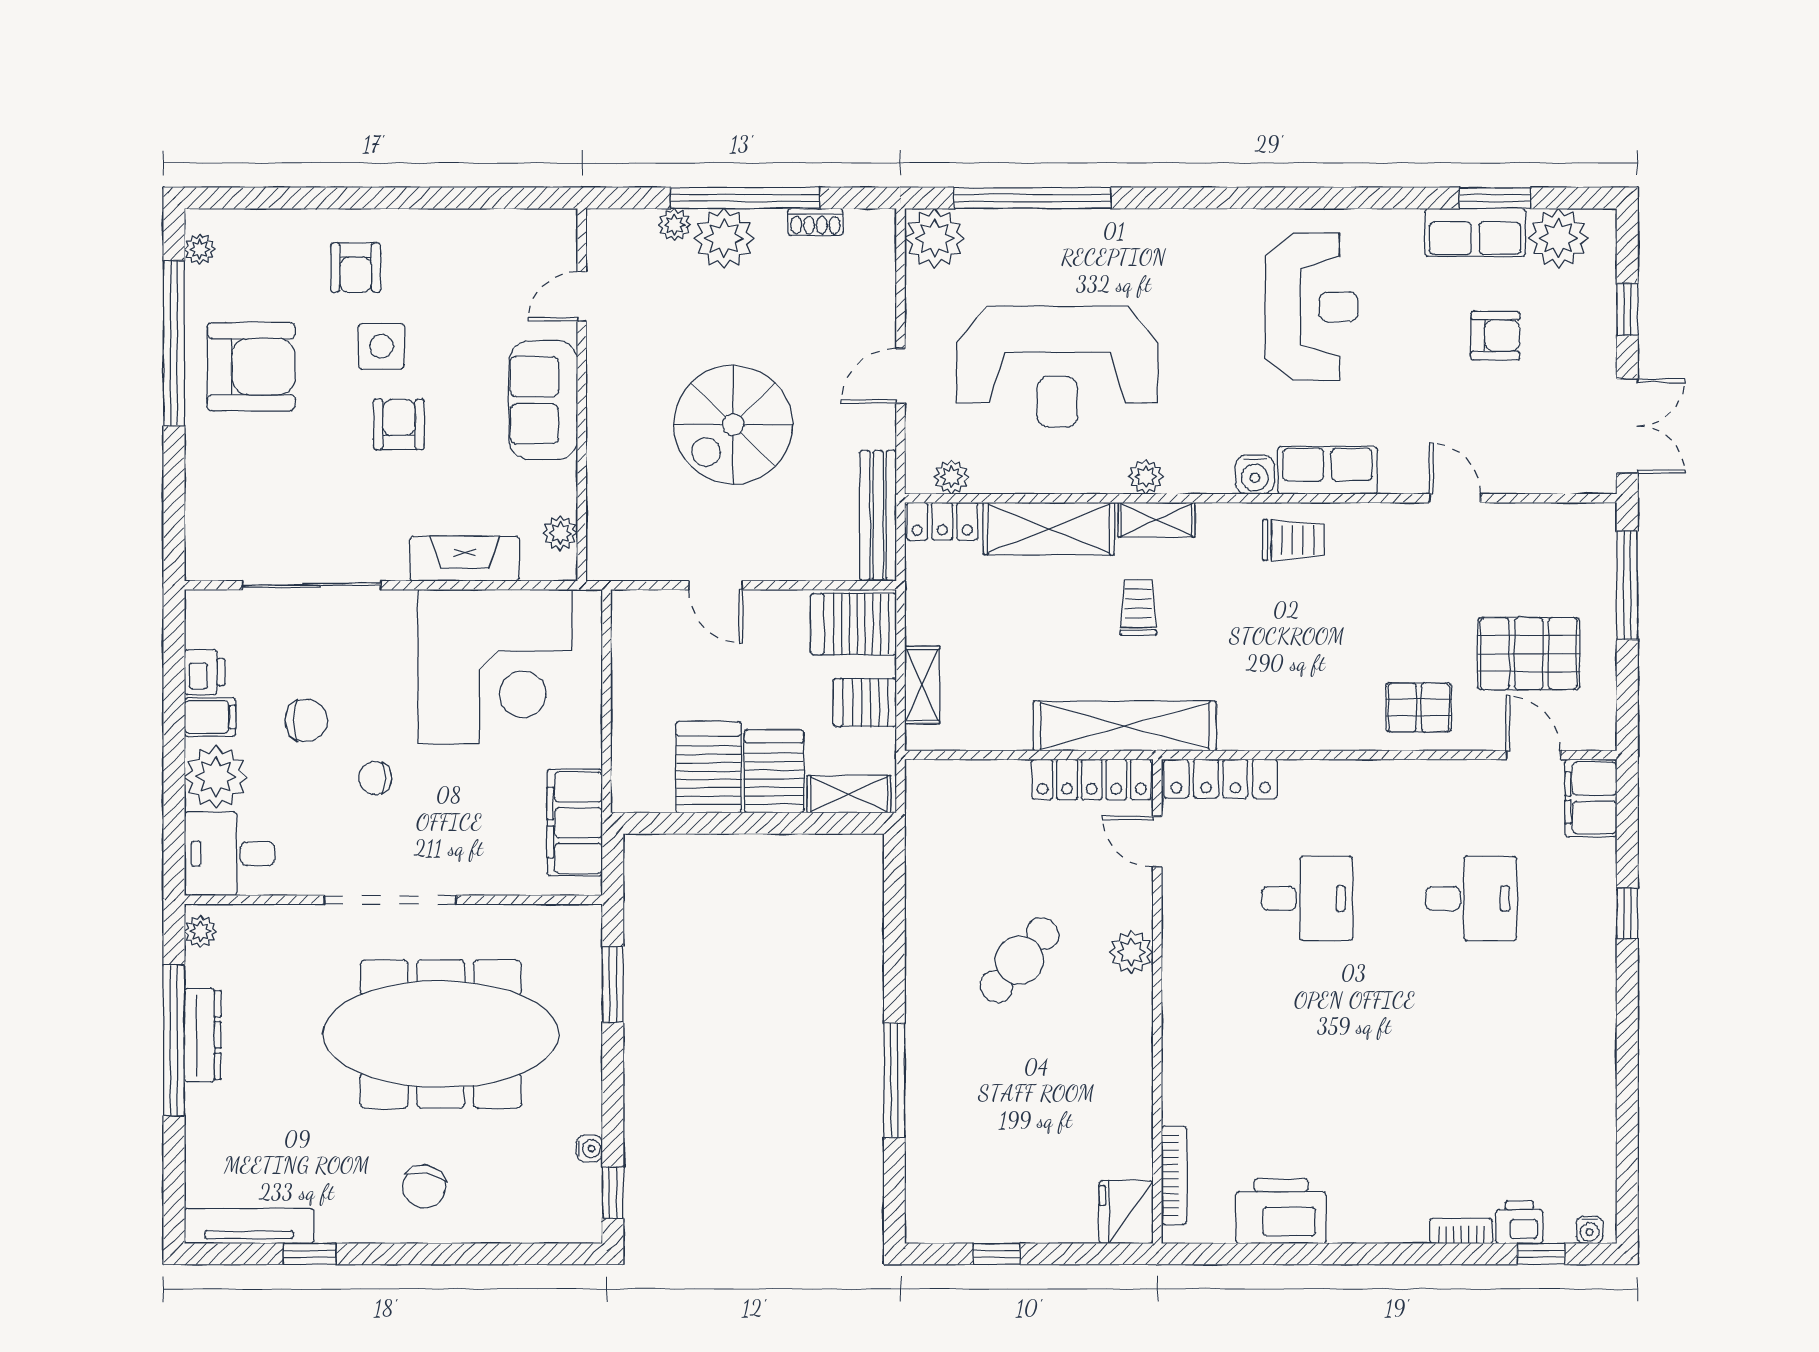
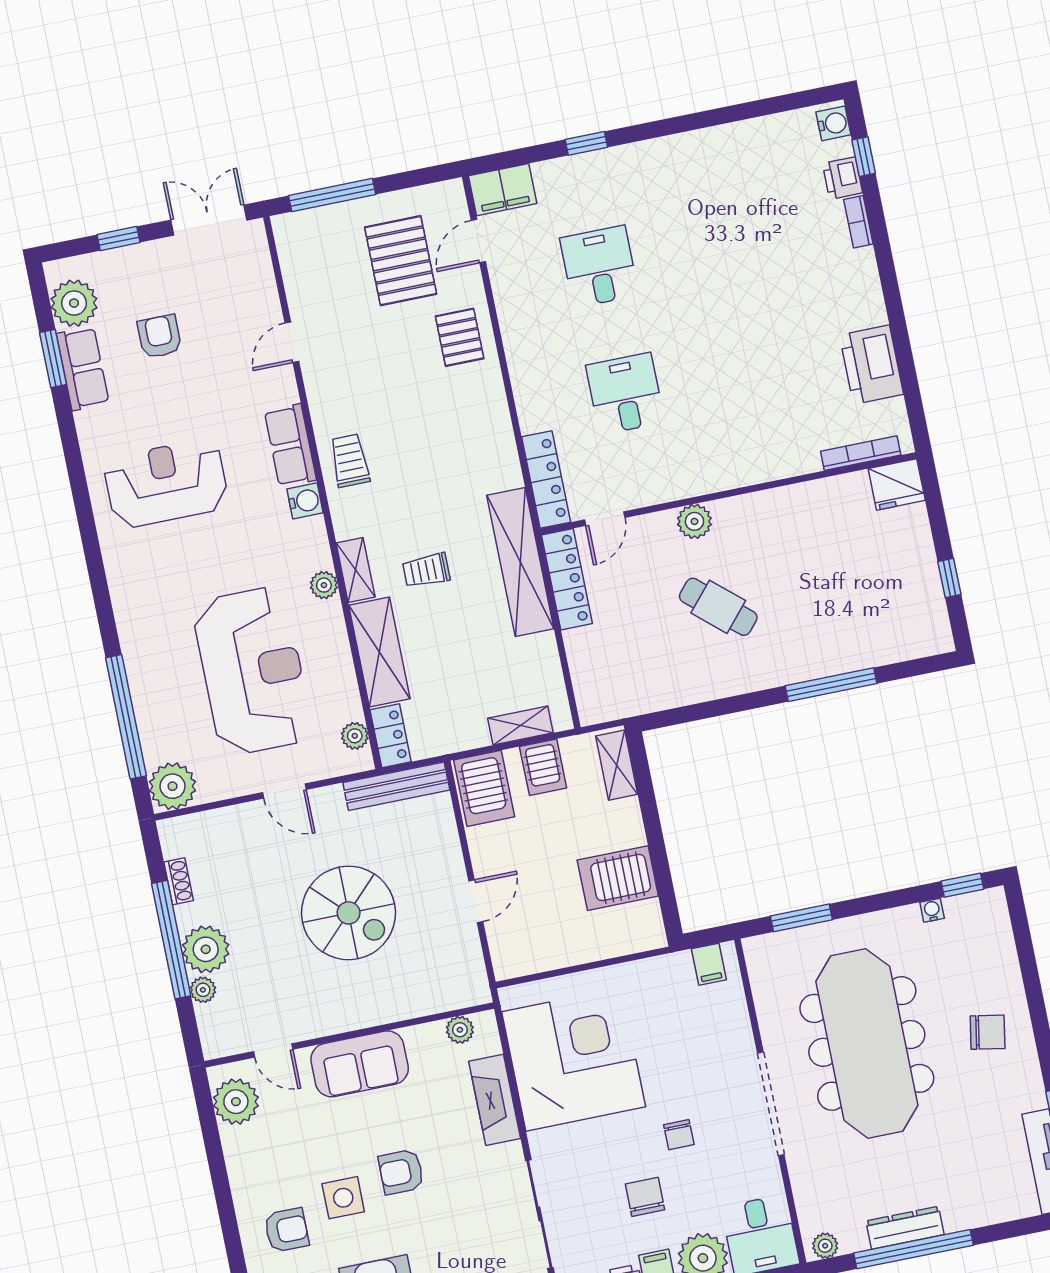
plant: (528, 237) -> (236, 1102), added
server rack: (774, 771) -> (611, 827), removed
filing cabinet: (575, 823) -> (709, 964), width x0.33, depth x0.86
water cooler: (1590, 1230) -> (833, 123), width x1.38, depth x1.38

